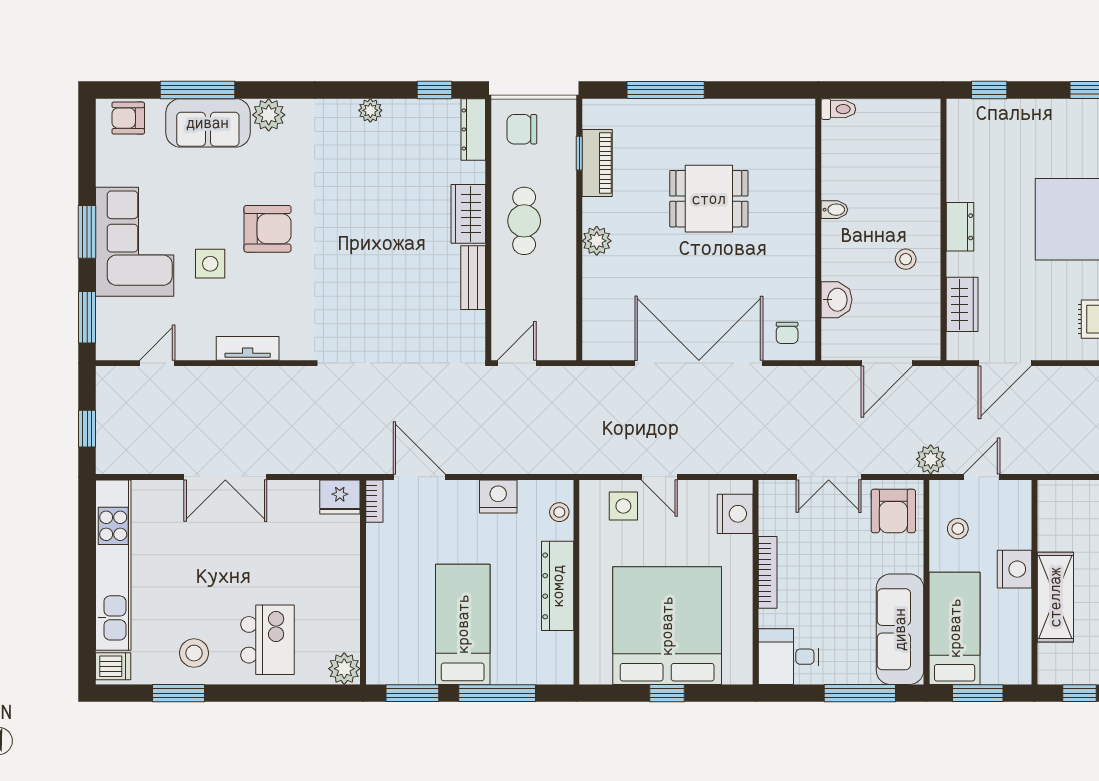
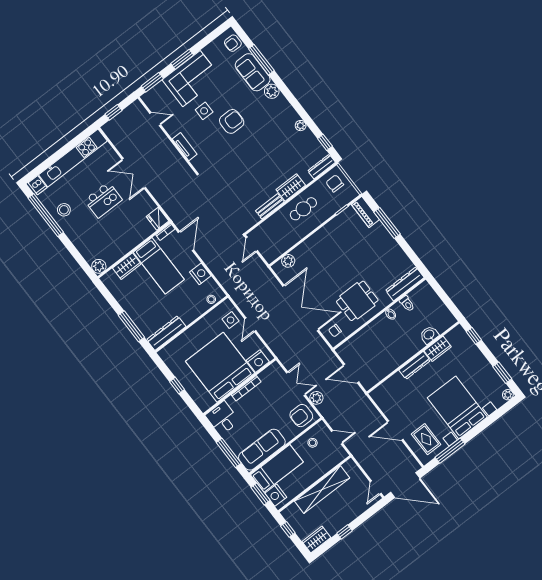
toilet: (838, 109) -> (407, 304), moved
armchair: (128, 118) -> (233, 43), turned -90
dresser: (800, 142) -> (405, 284), added
piano: (597, 163) -> (365, 212), moved, turned 90
dining table: (709, 199) -> (357, 301), moved, turned 90
dresser: (960, 227) -> (415, 365), width x1.44
armchair: (267, 229) -> (232, 121), turned -90
plant: (597, 241) -> (288, 261), moved
stool: (906, 259) -> (392, 352), removed
washbasin: (836, 300) -> (429, 335), moved, turned 180
wardrobe: (962, 304) -> (438, 349), moved
door: (517, 363) -> (252, 244), swing flipped
door: (1005, 363) -> (395, 431), moved
plant: (931, 459) -> (316, 398), moved
double door: (829, 477) -> (296, 384), swing flipped
nightstand: (1015, 569) -> (276, 495), moved, turned 90
dresser: (558, 586) -> (166, 333), moved
shelving: (1055, 597) -> (322, 490), width x1.47
wardrobe: (382, 618) -> (127, 266), added
bed: (463, 624) -> (159, 266), moved, turned 90
bed: (667, 626) -> (220, 367), moved, turned -90
kitchen island: (268, 640) -> (103, 200), moved
window: (178, 693) -> (46, 215), width x2.11
window: (412, 693) -> (109, 297), removed

